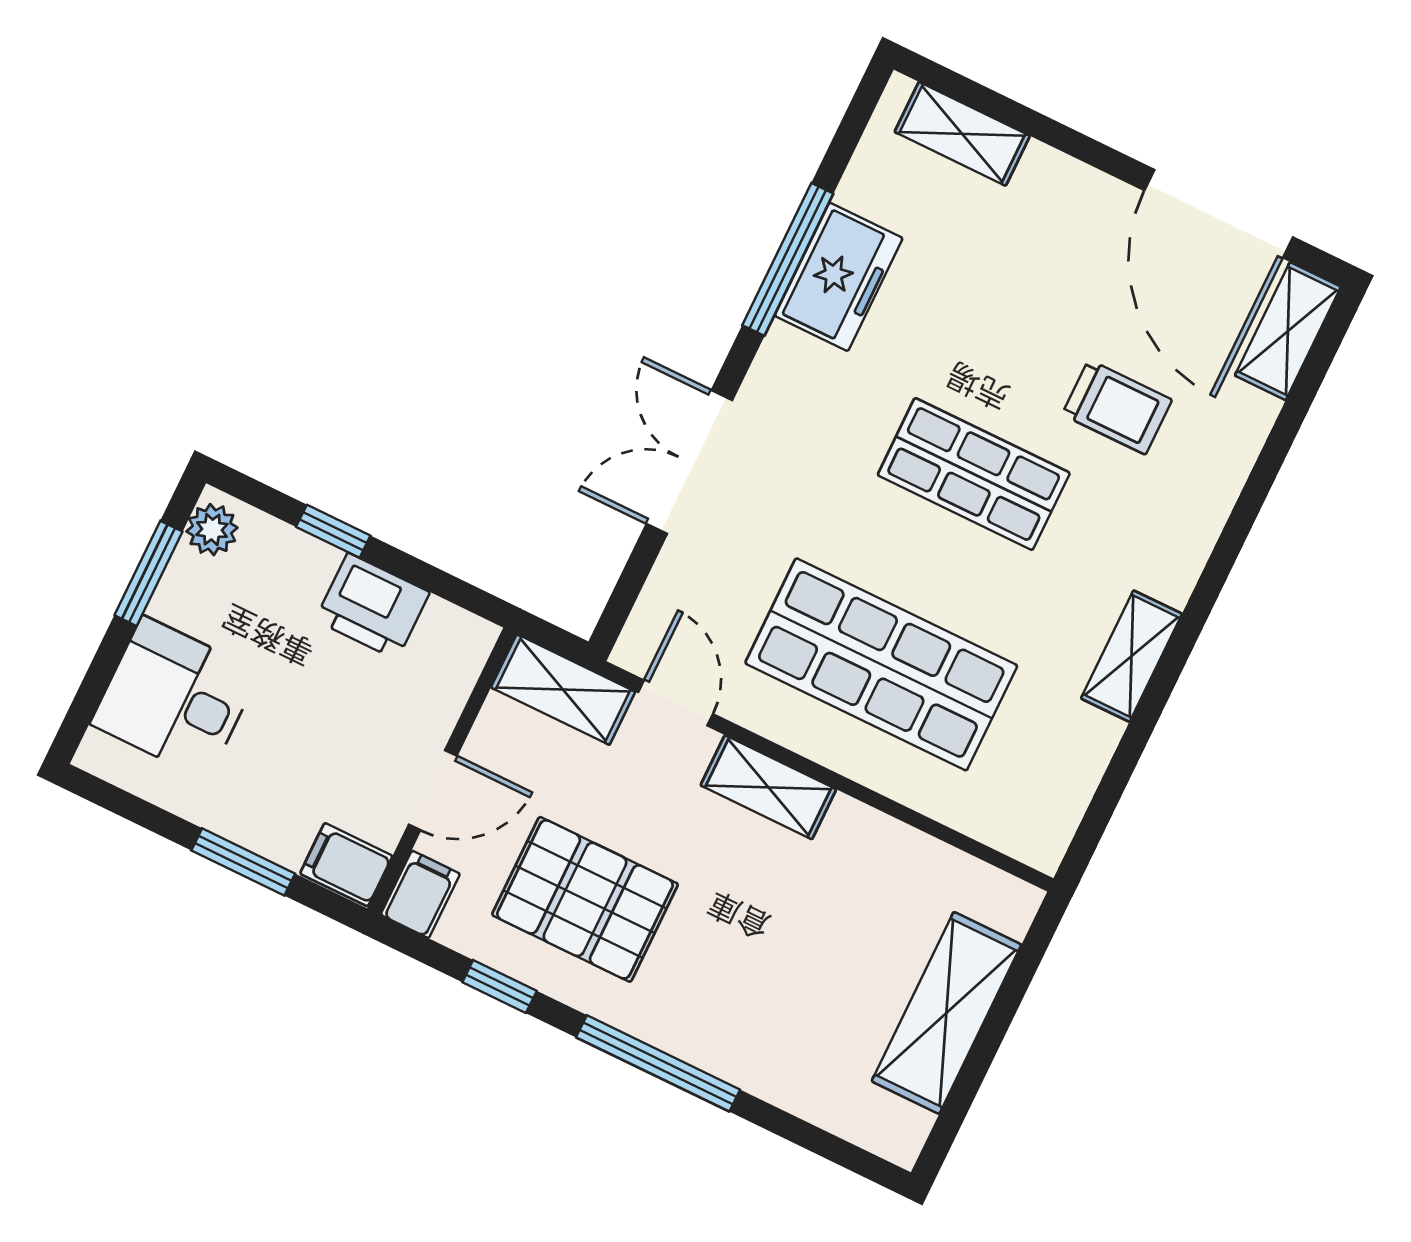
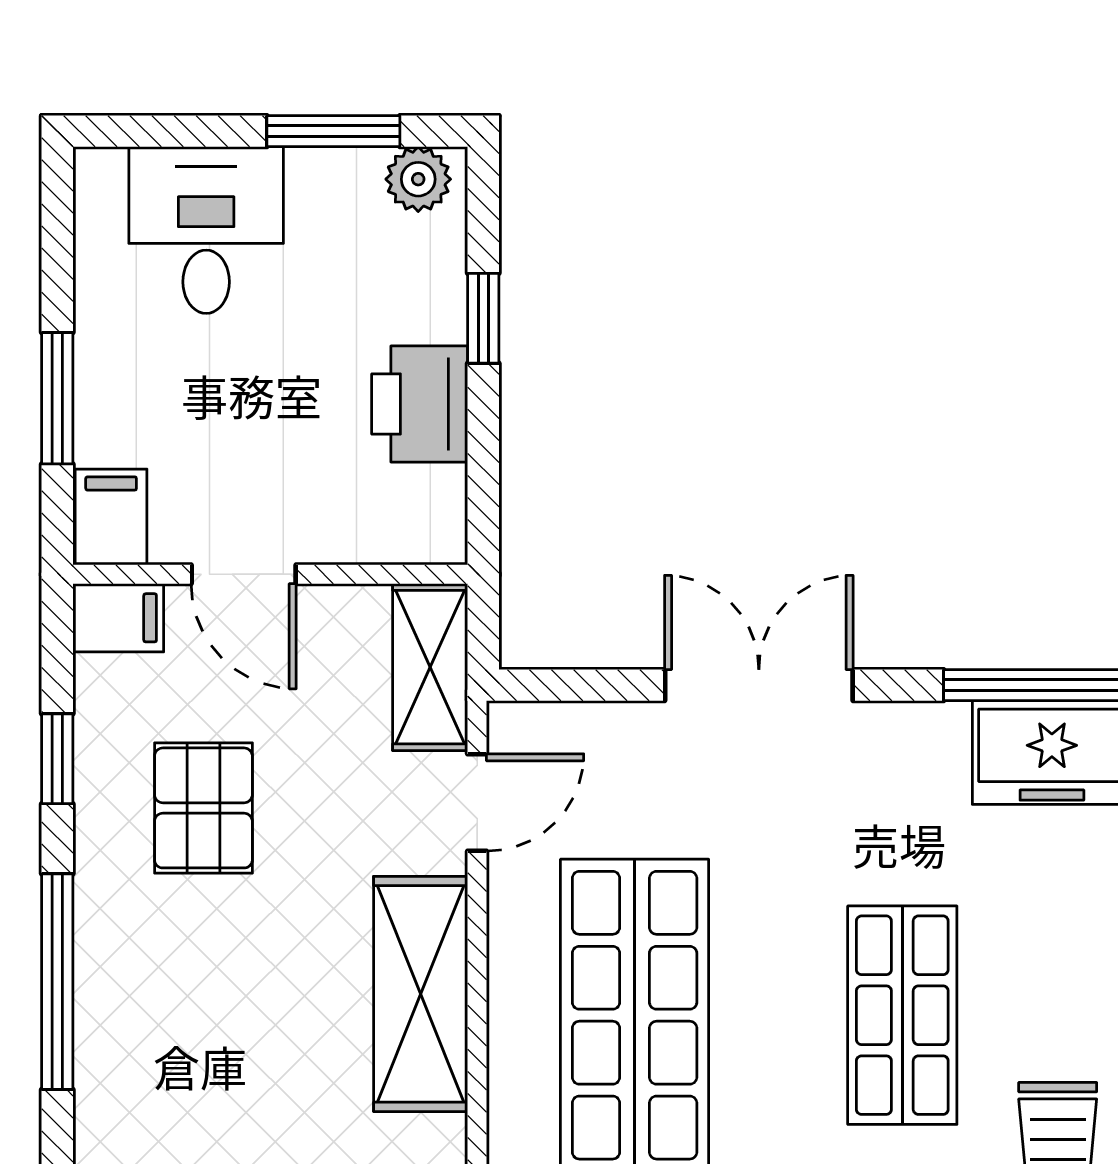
shelving: (768, 787) -> (421, 994), width x1.50, depth x1.33
pallet: (585, 899) -> (203, 808), width x0.67, depth x0.71

